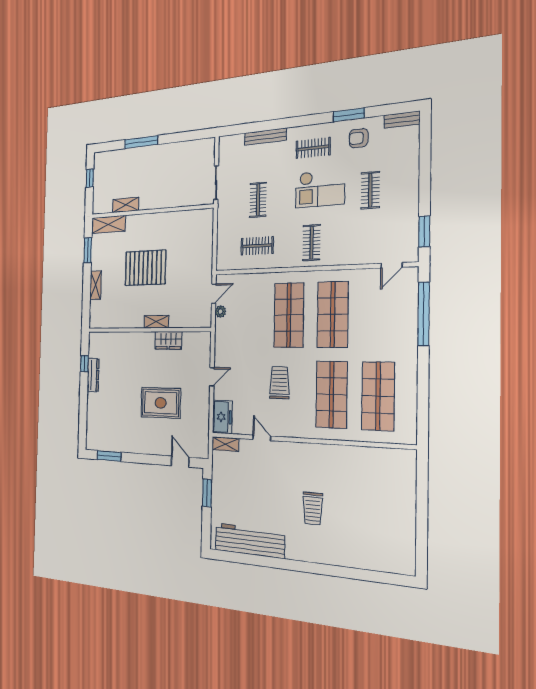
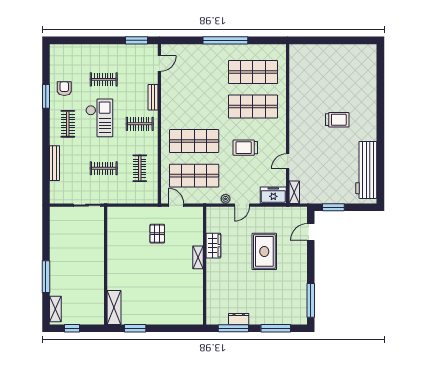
bench: (402, 120) -> (153, 97), moved
armchair: (359, 138) -> (64, 89), turned 180
shelving: (126, 205) -> (55, 309), moved
door: (392, 265) -> (159, 63), hinge flipped
pallet: (145, 268) -> (157, 234), moved, width x0.49, depth x0.50
shelving: (96, 285) -> (166, 319), removed
plant: (220, 312) -> (226, 199), moved
window: (424, 314) -> (225, 40), moved
shop shelf: (333, 315) -> (194, 176), moved
window: (84, 364) -> (233, 328), width x2.17
dresser: (93, 375) -> (239, 319), width x0.70
door: (212, 377) -> (242, 205), swing flipped
window: (83, 413) -> (276, 328), added
window: (109, 456) -> (311, 300), width x1.44

